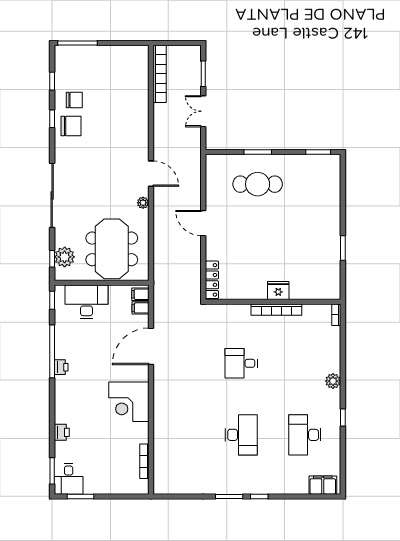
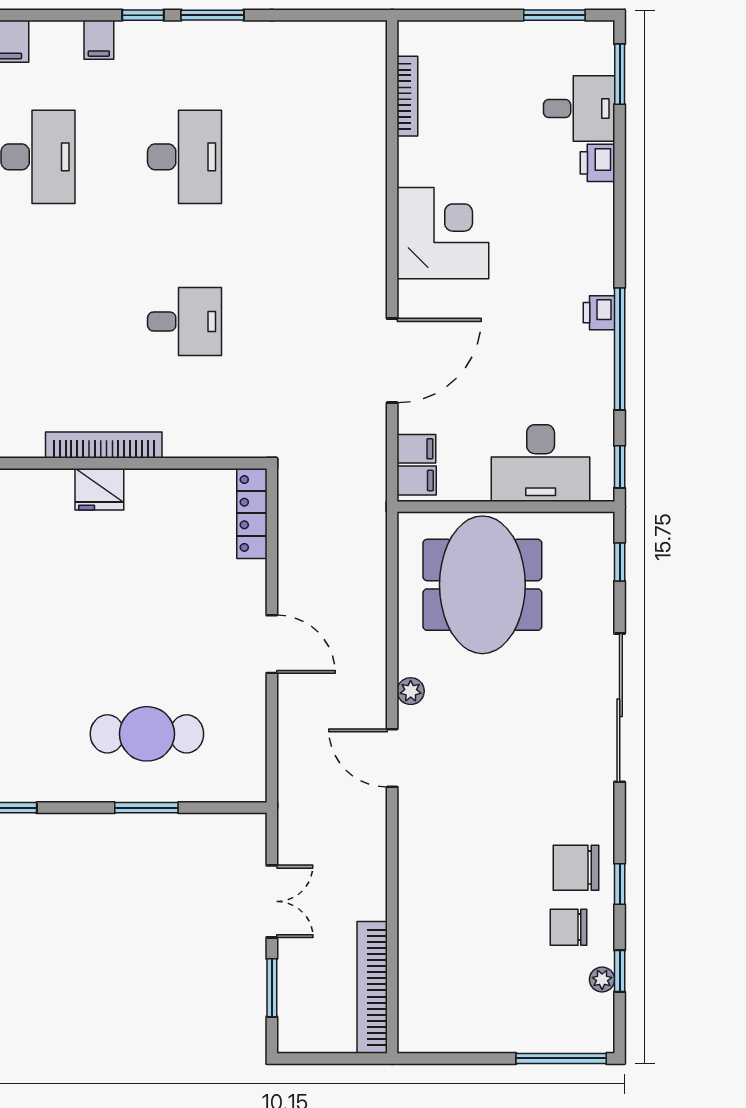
plant: (65, 257) -> (602, 980), moved, width x0.53, depth x0.53
desk: (241, 435) -> (184, 157), turned 180
desk: (69, 479) -> (579, 109), moved, turned 90
filing cabinet: (278, 486) -> (99, 40), added

